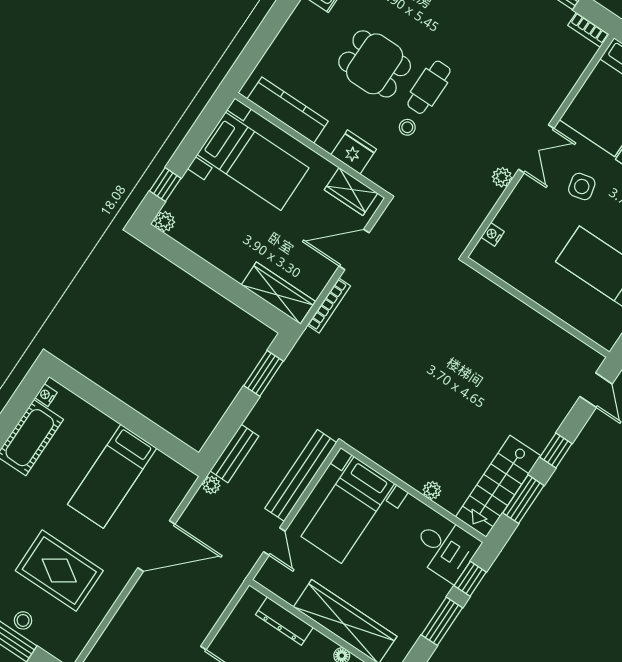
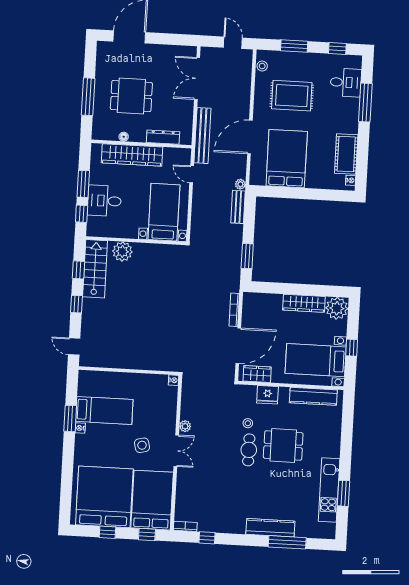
double door: (536, 149) -> (176, 451), swing flipped
window: (165, 185) -> (352, 348), moved
plant: (165, 222) -> (337, 308), width x1.88, depth x1.88
nightstand: (493, 234) -> (174, 380), moved
door: (354, 249) -> (238, 346), width x1.36
wardrobe: (278, 293) -> (304, 303), moved
bench: (301, 475) -> (202, 136), moved
bed: (112, 476) -> (287, 159), width x1.50
plant: (432, 490) -> (122, 251), width x1.88, depth x1.88
window: (523, 499) -> (78, 270), width x0.67
desk: (445, 548) -> (104, 201), moved
stool: (23, 620) -> (262, 66), moved

